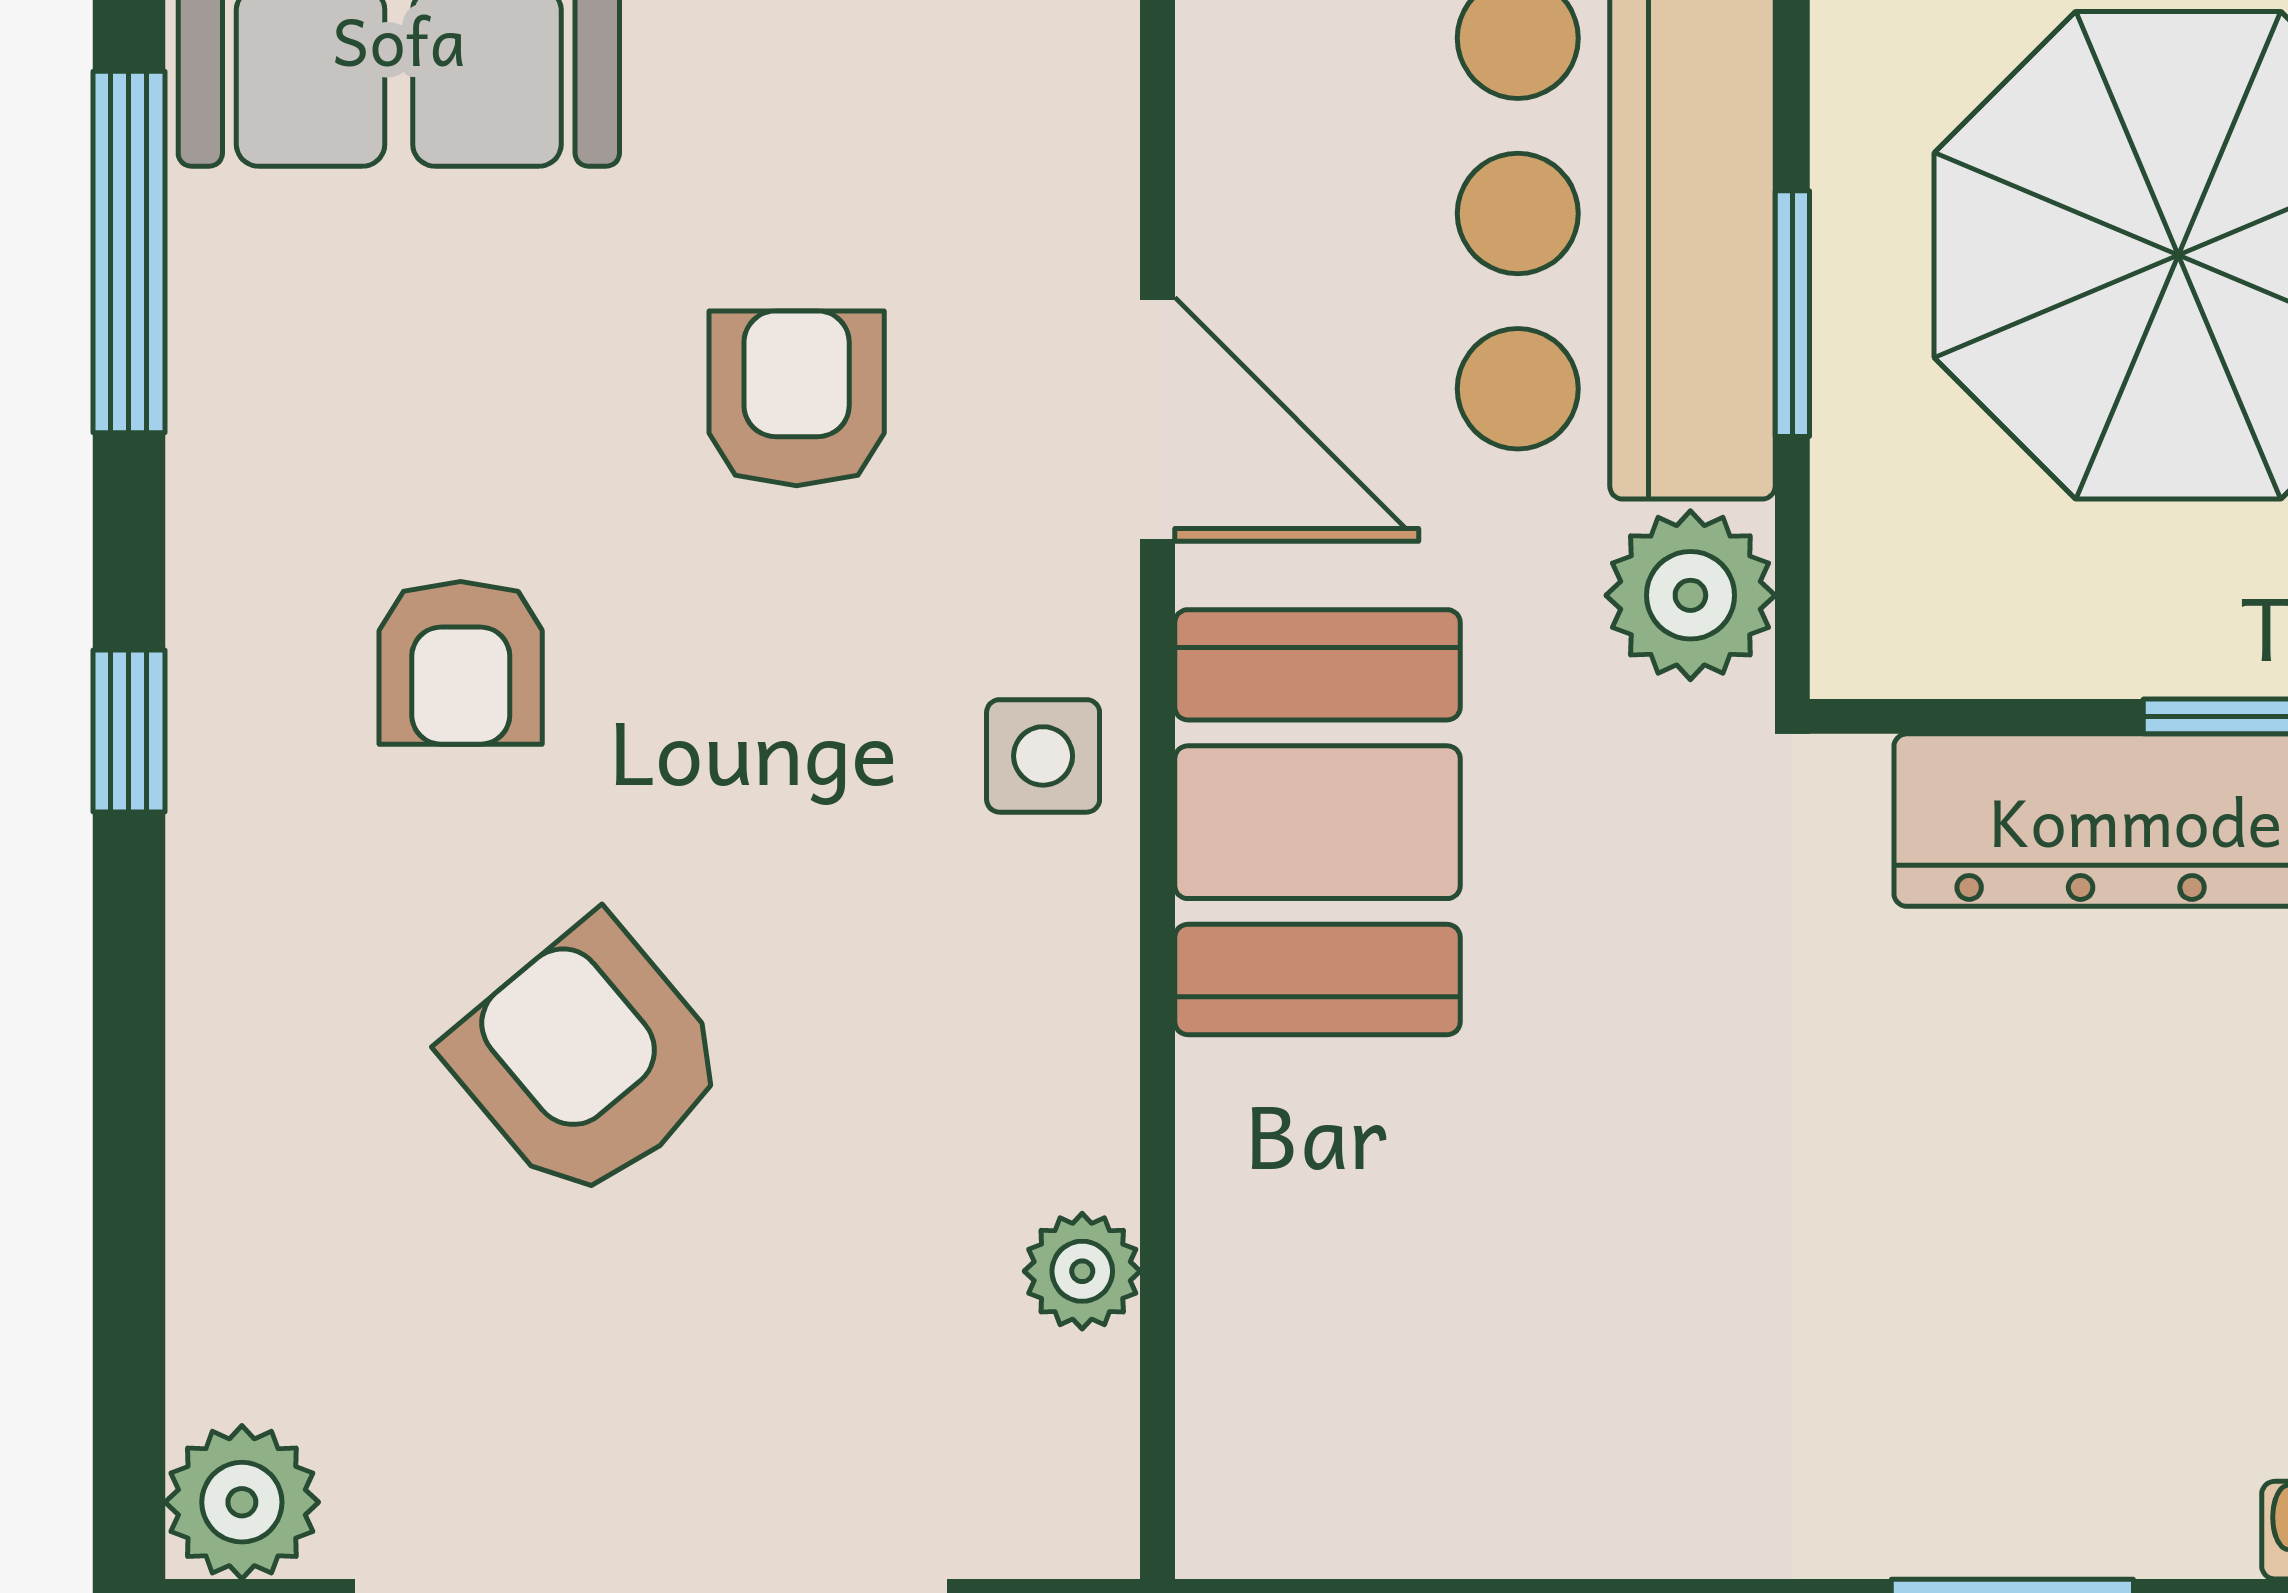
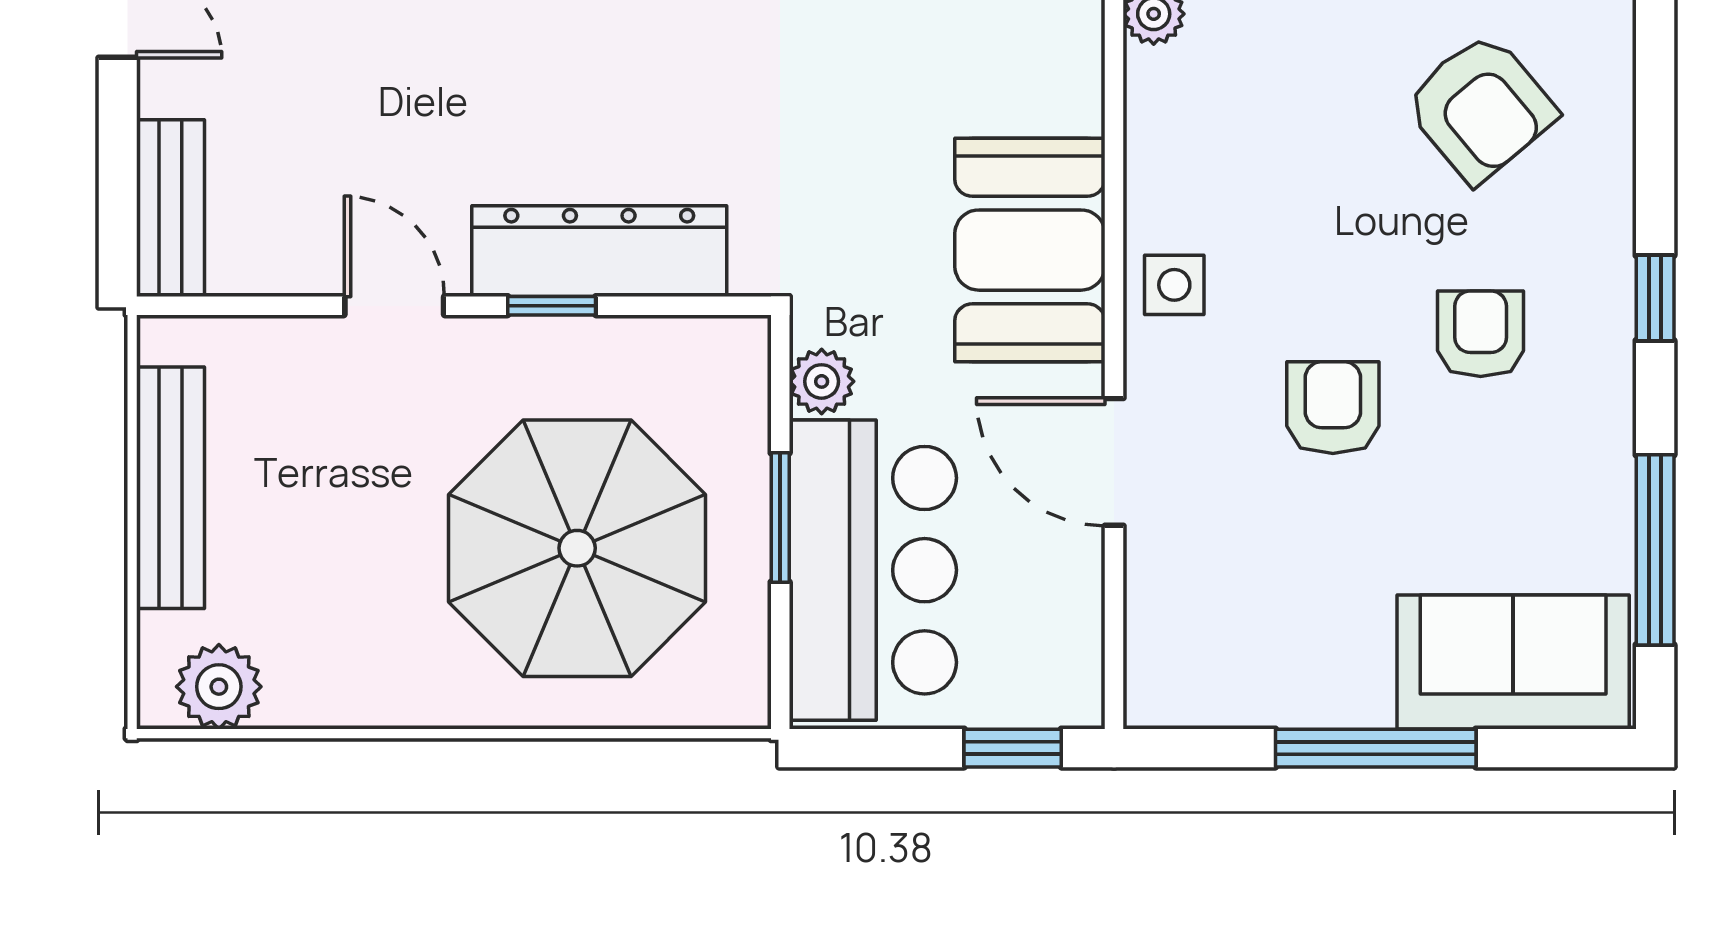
armchair: (797, 398) -> (1333, 408), moved, turned 180
plant: (1690, 595) -> (822, 381), width x0.73, depth x0.73
armchair: (588, 1061) -> (1480, 108), moved

